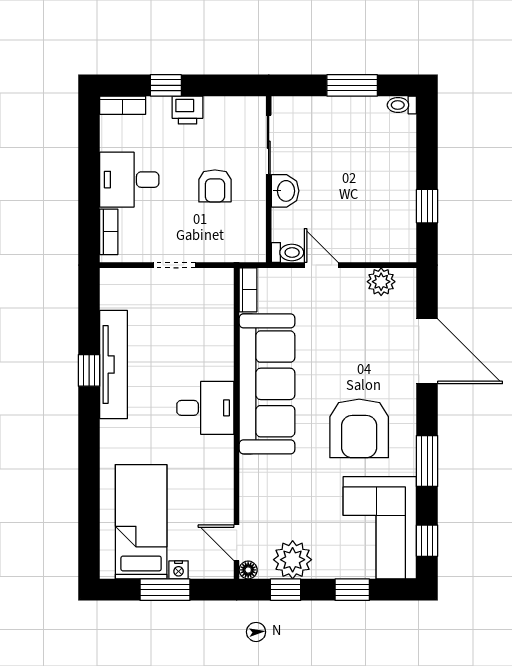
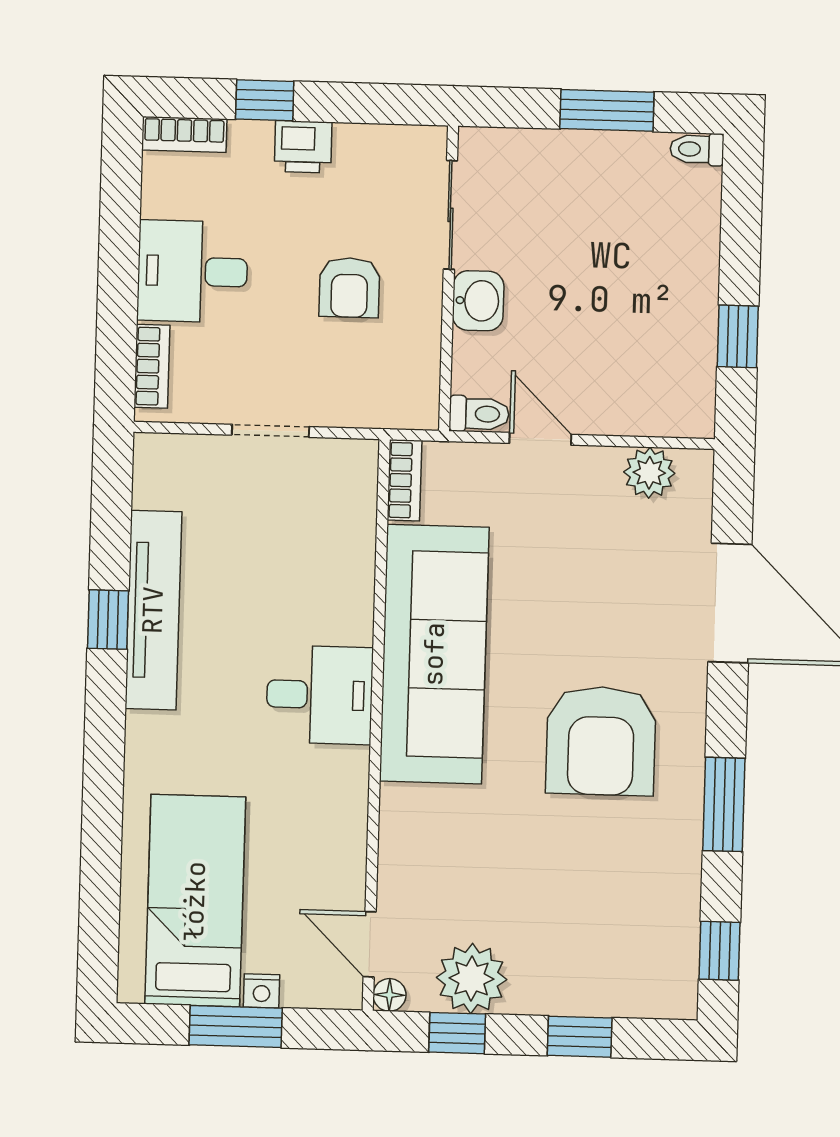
corner sofa: (380, 528) -> (633, 924), removed

